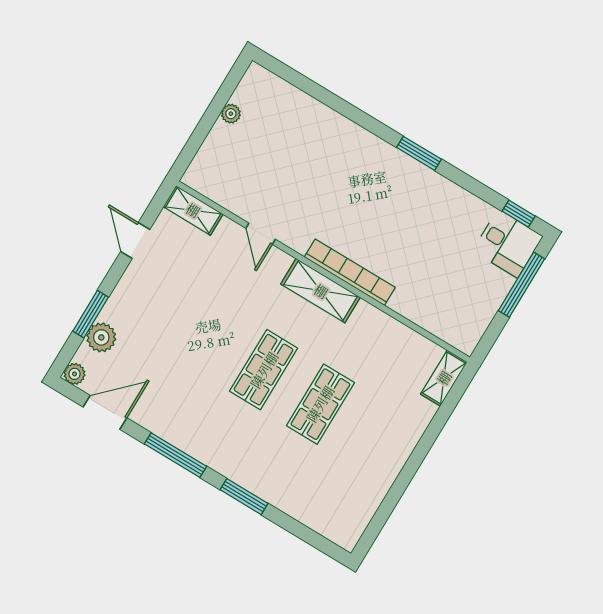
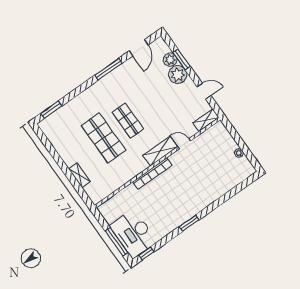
desk: (508, 244) -> (133, 234), width x1.87, depth x1.30
shelving: (321, 291) -> (160, 151), moved
plant: (75, 374) -> (178, 75), moved, width x1.88, depth x1.88
shelving: (444, 378) -> (79, 175), moved
shop shelf: (320, 404) -> (103, 138), width x1.43, depth x1.36
window: (244, 497) -> (51, 110), moved

